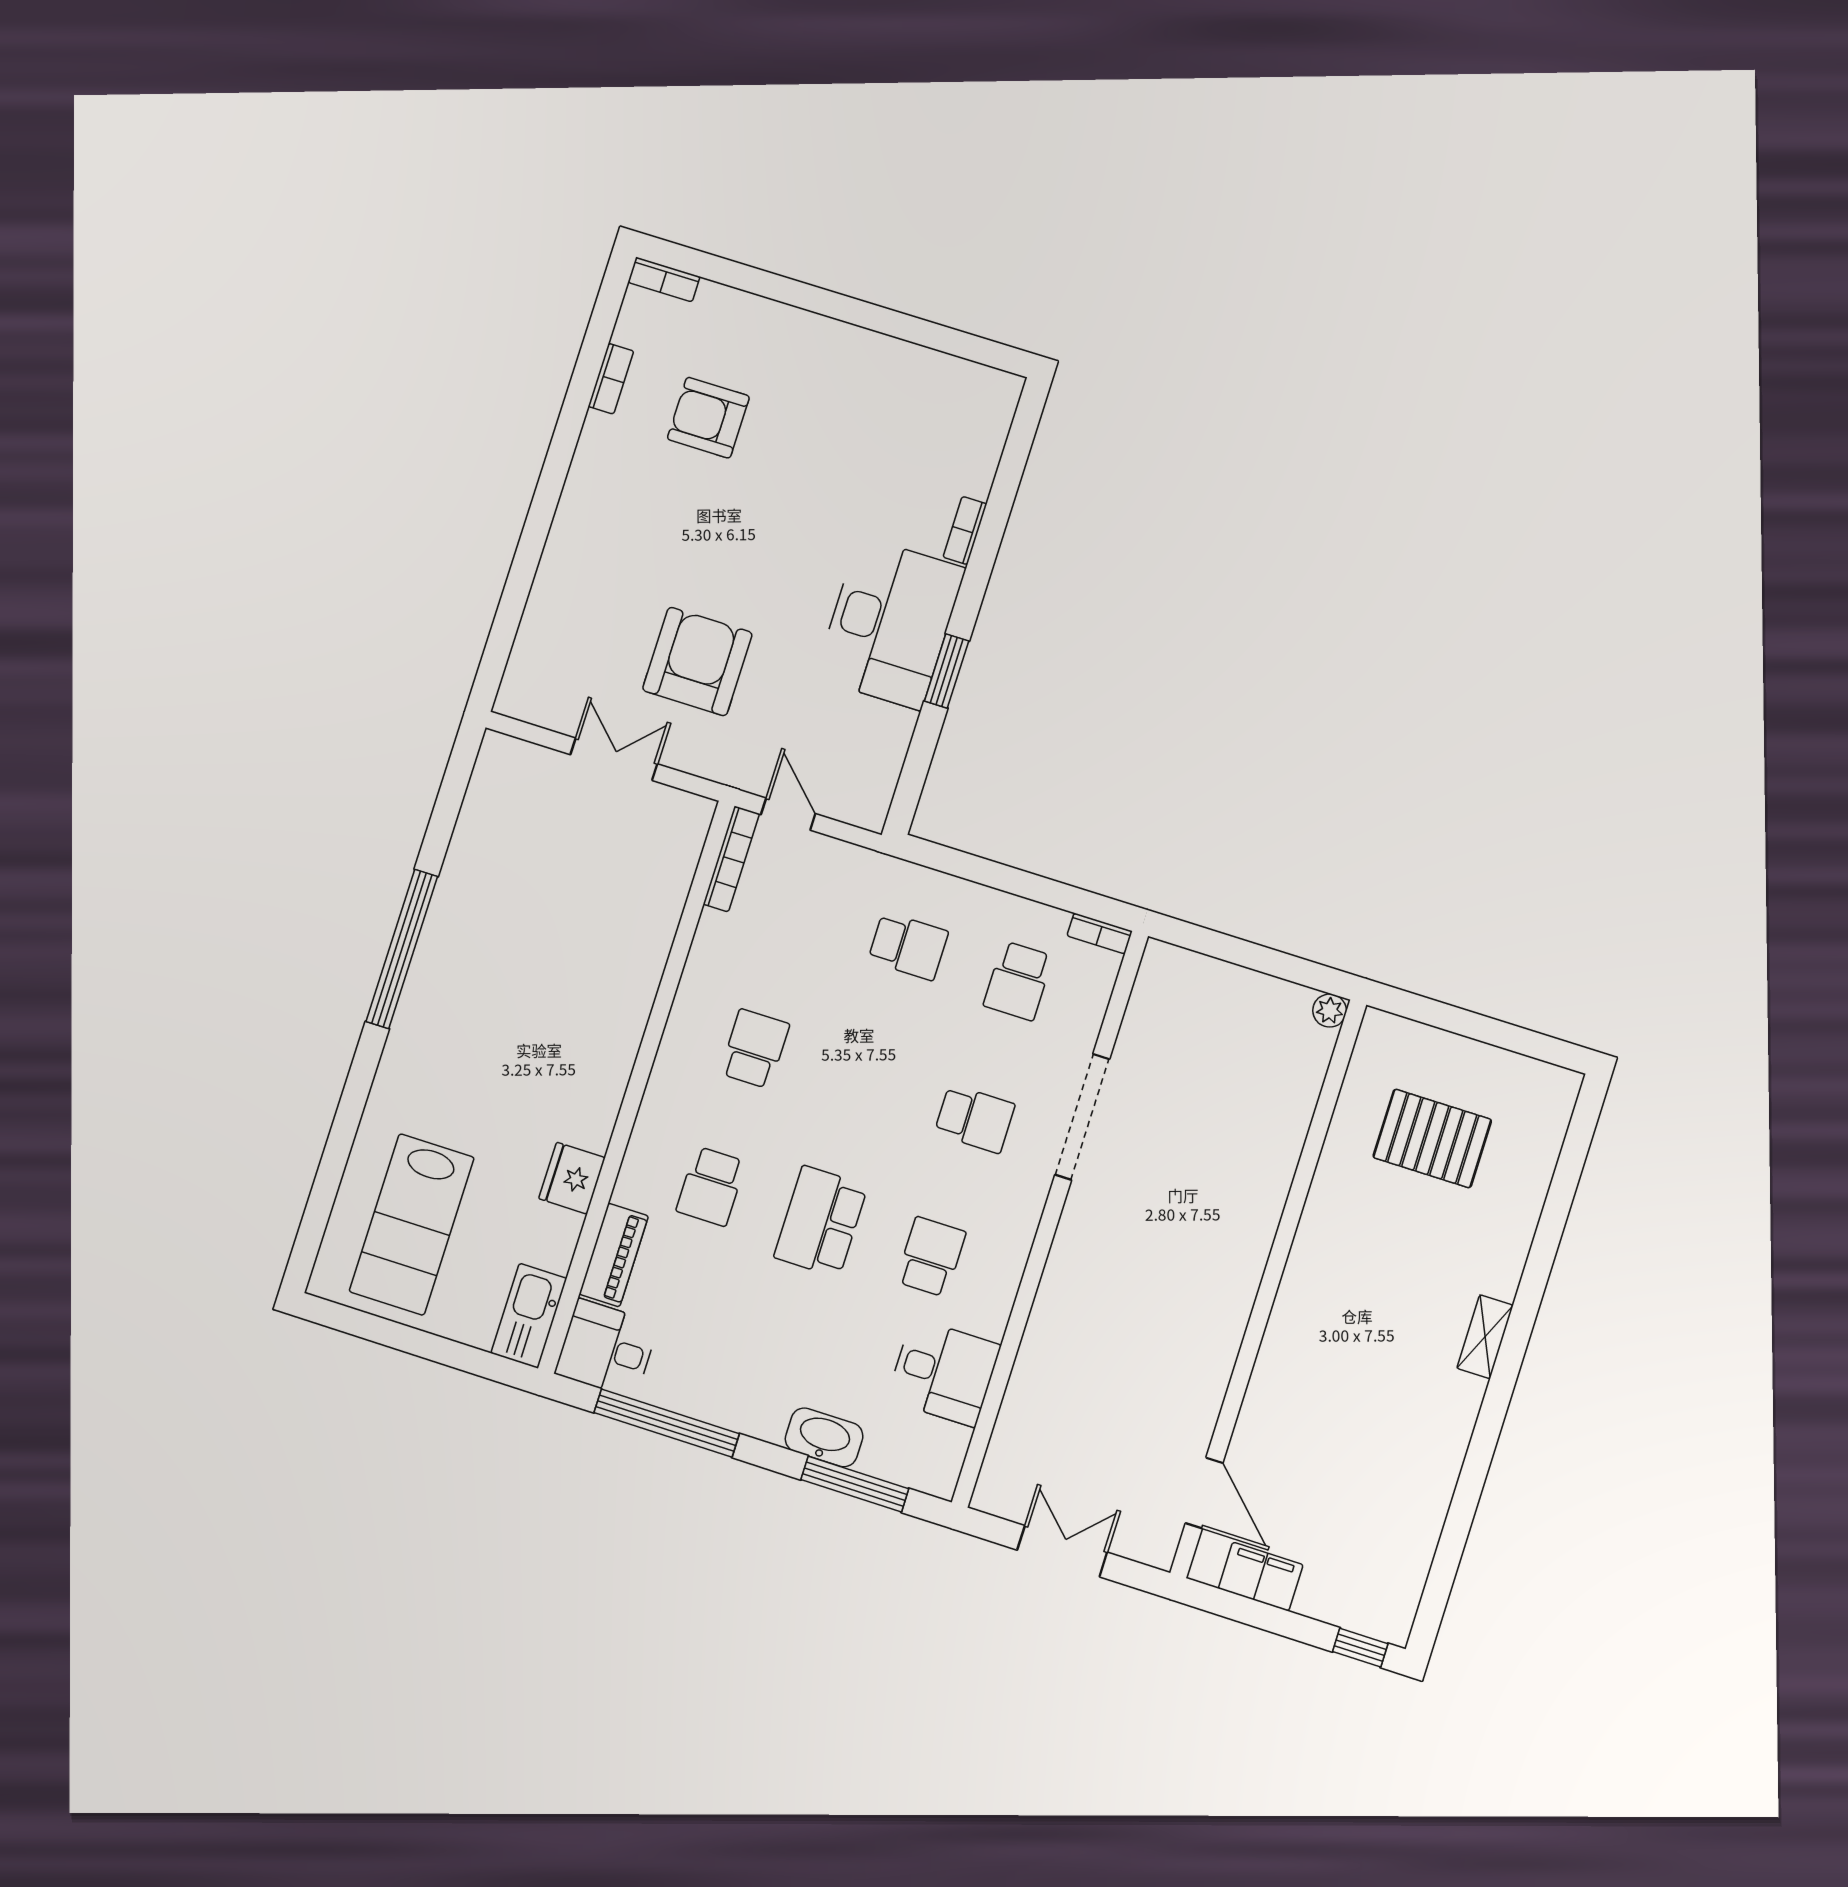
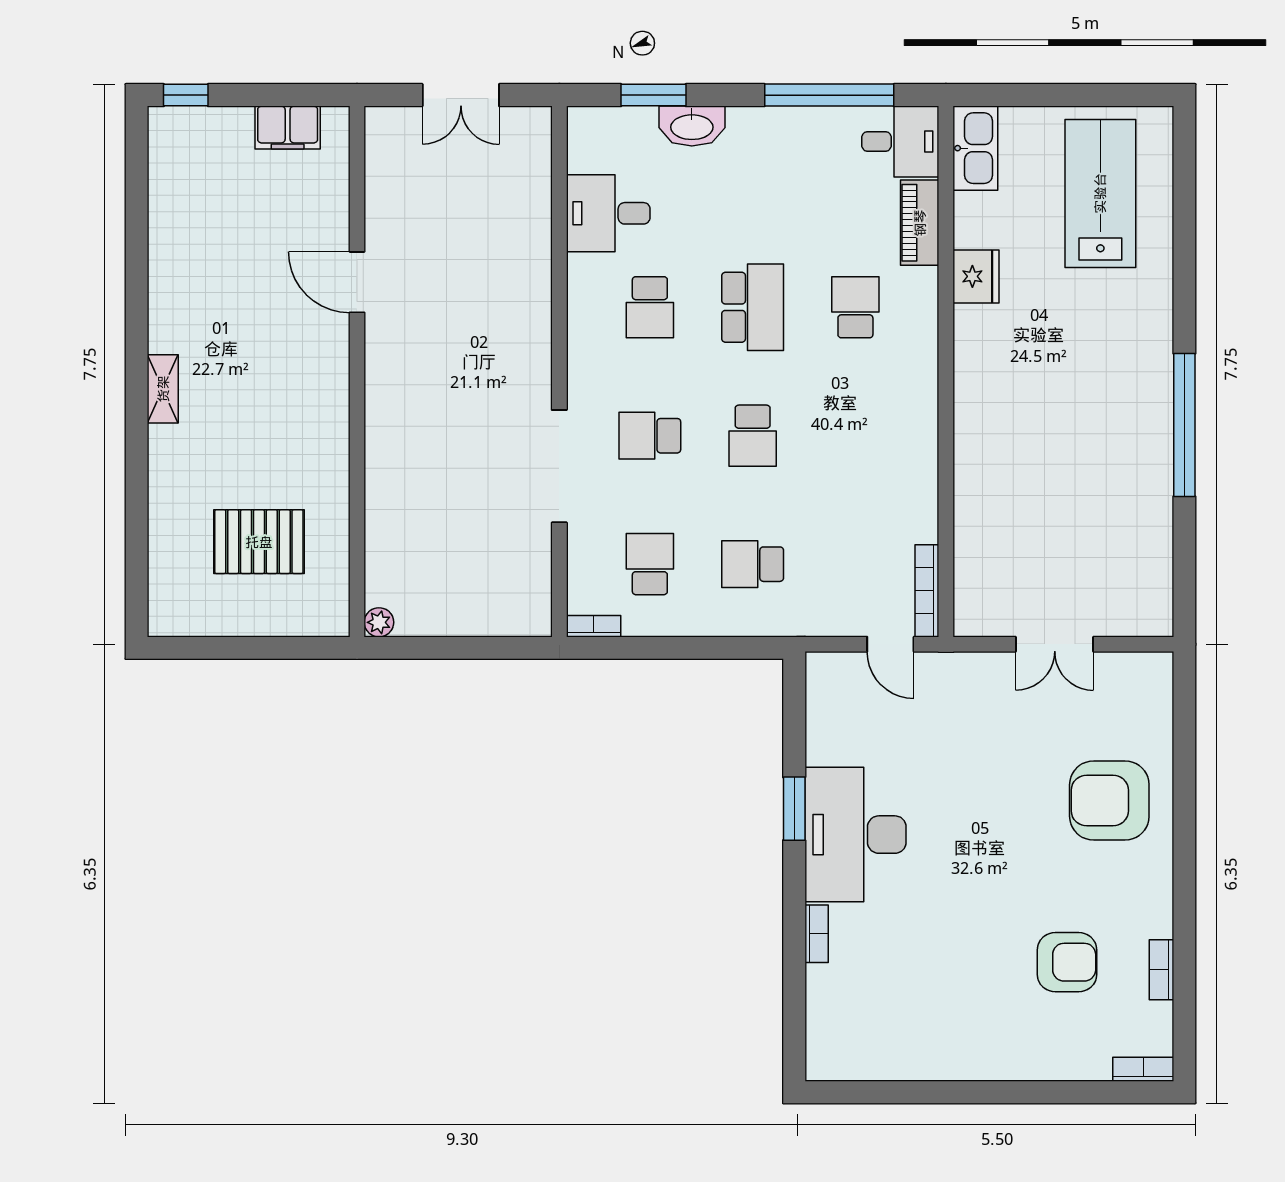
armchair: (697, 661) -> (1109, 800), moved, turned 90
school desk: (755, 1049) -> (753, 436), moved
window: (855, 1484) -> (653, 95), width x0.69
door: (1204, 1493) -> (357, 282), moved

